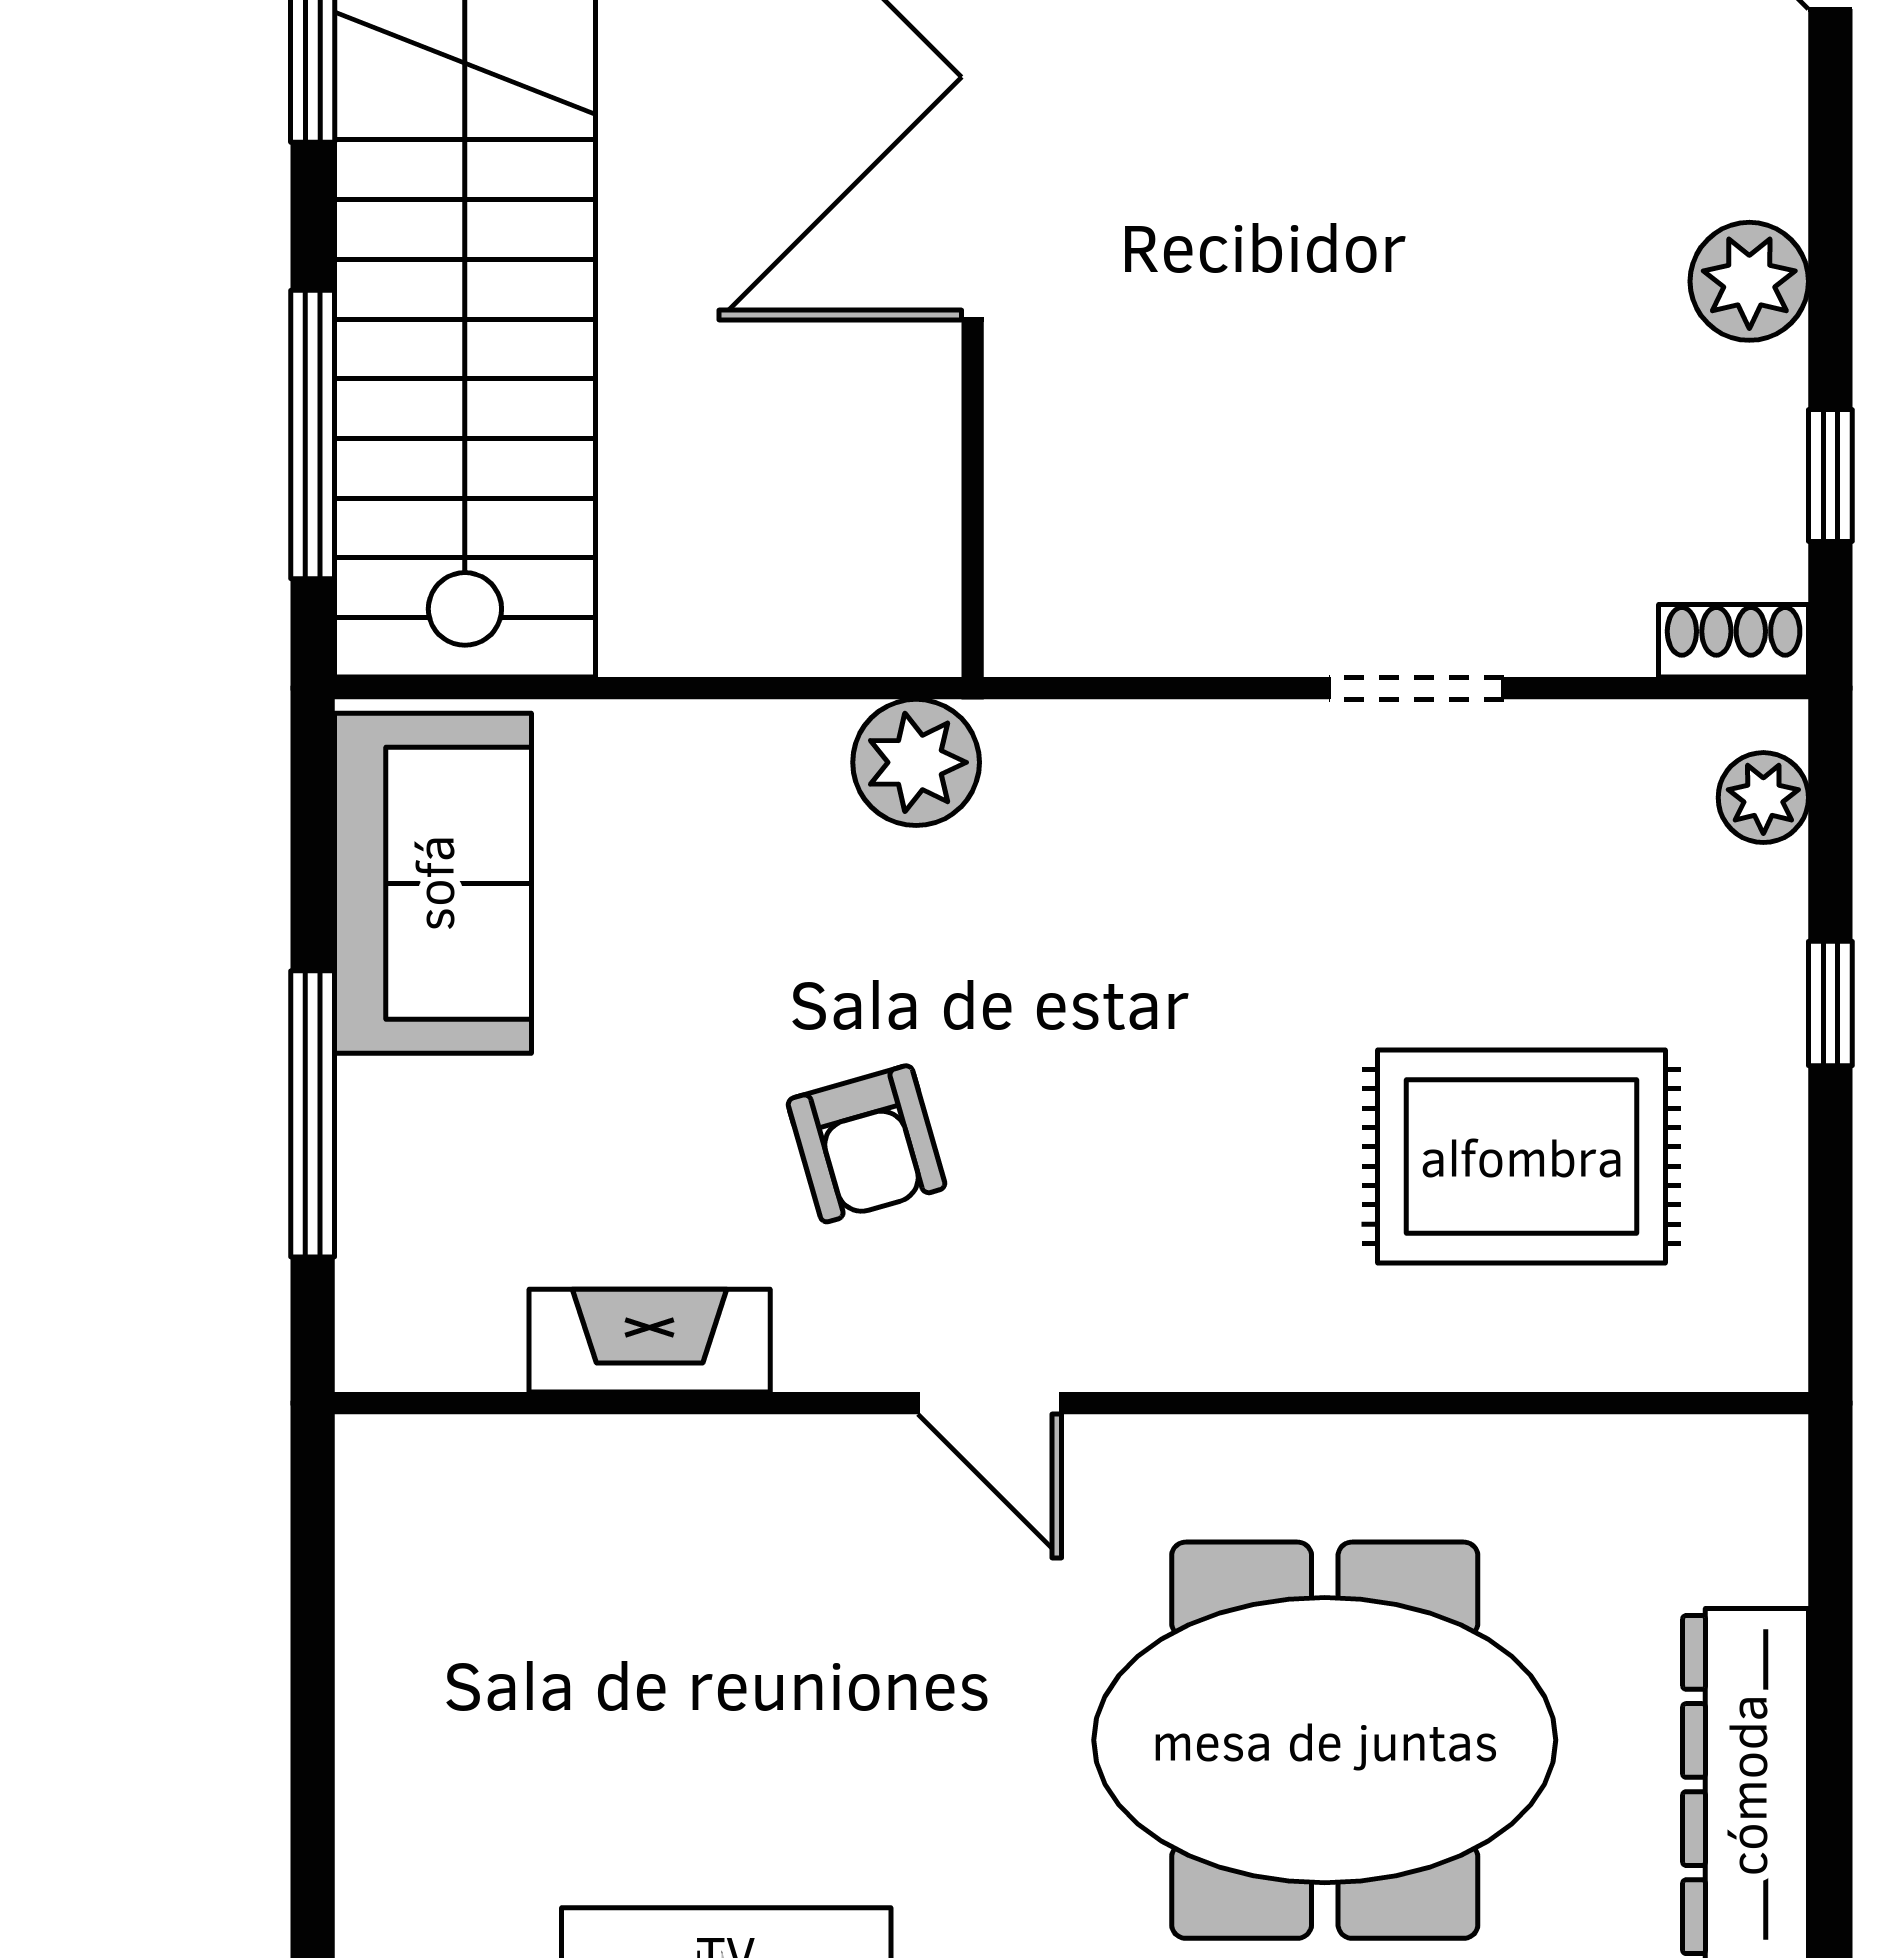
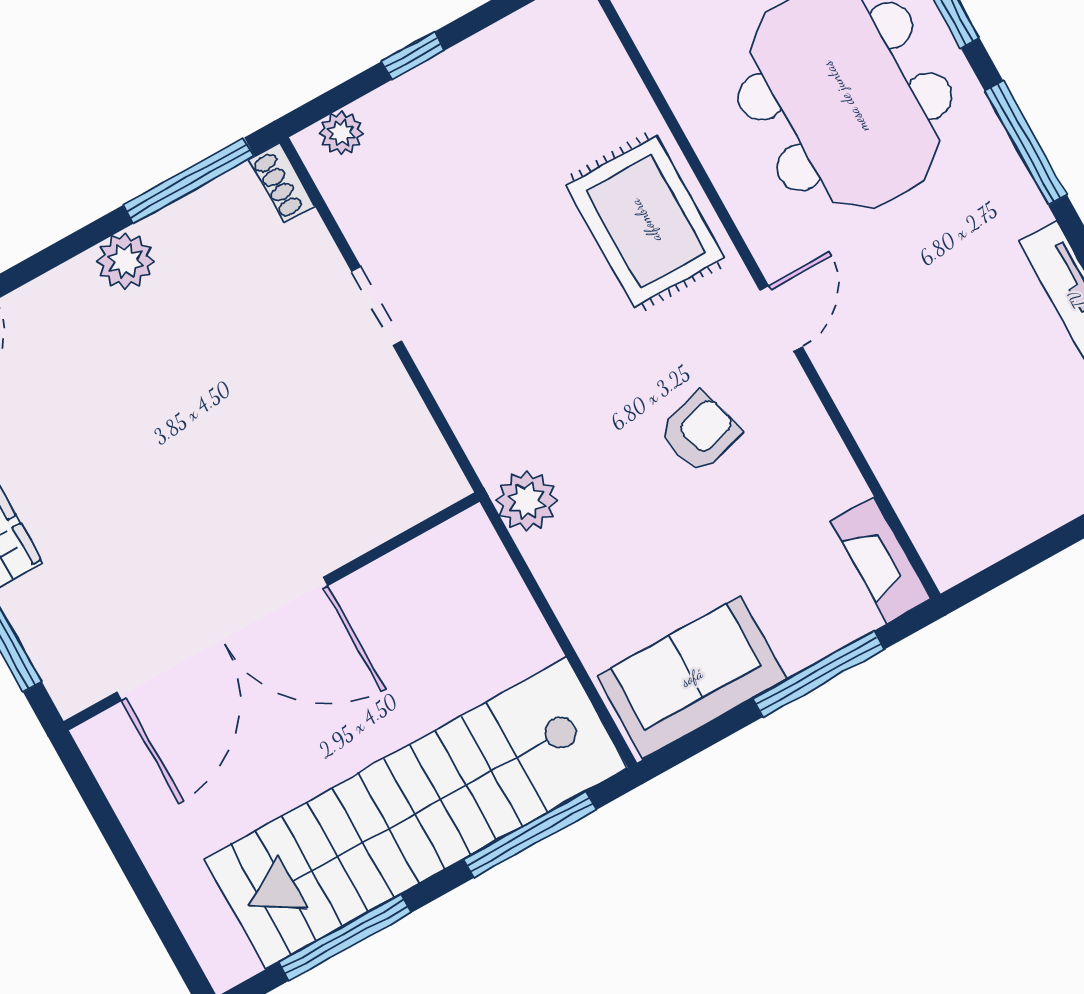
window: (1830, 476) -> (189, 181), width x2.17
rug: (1522, 1156) -> (645, 221), moved
fireplace: (650, 1341) -> (881, 560), moved

